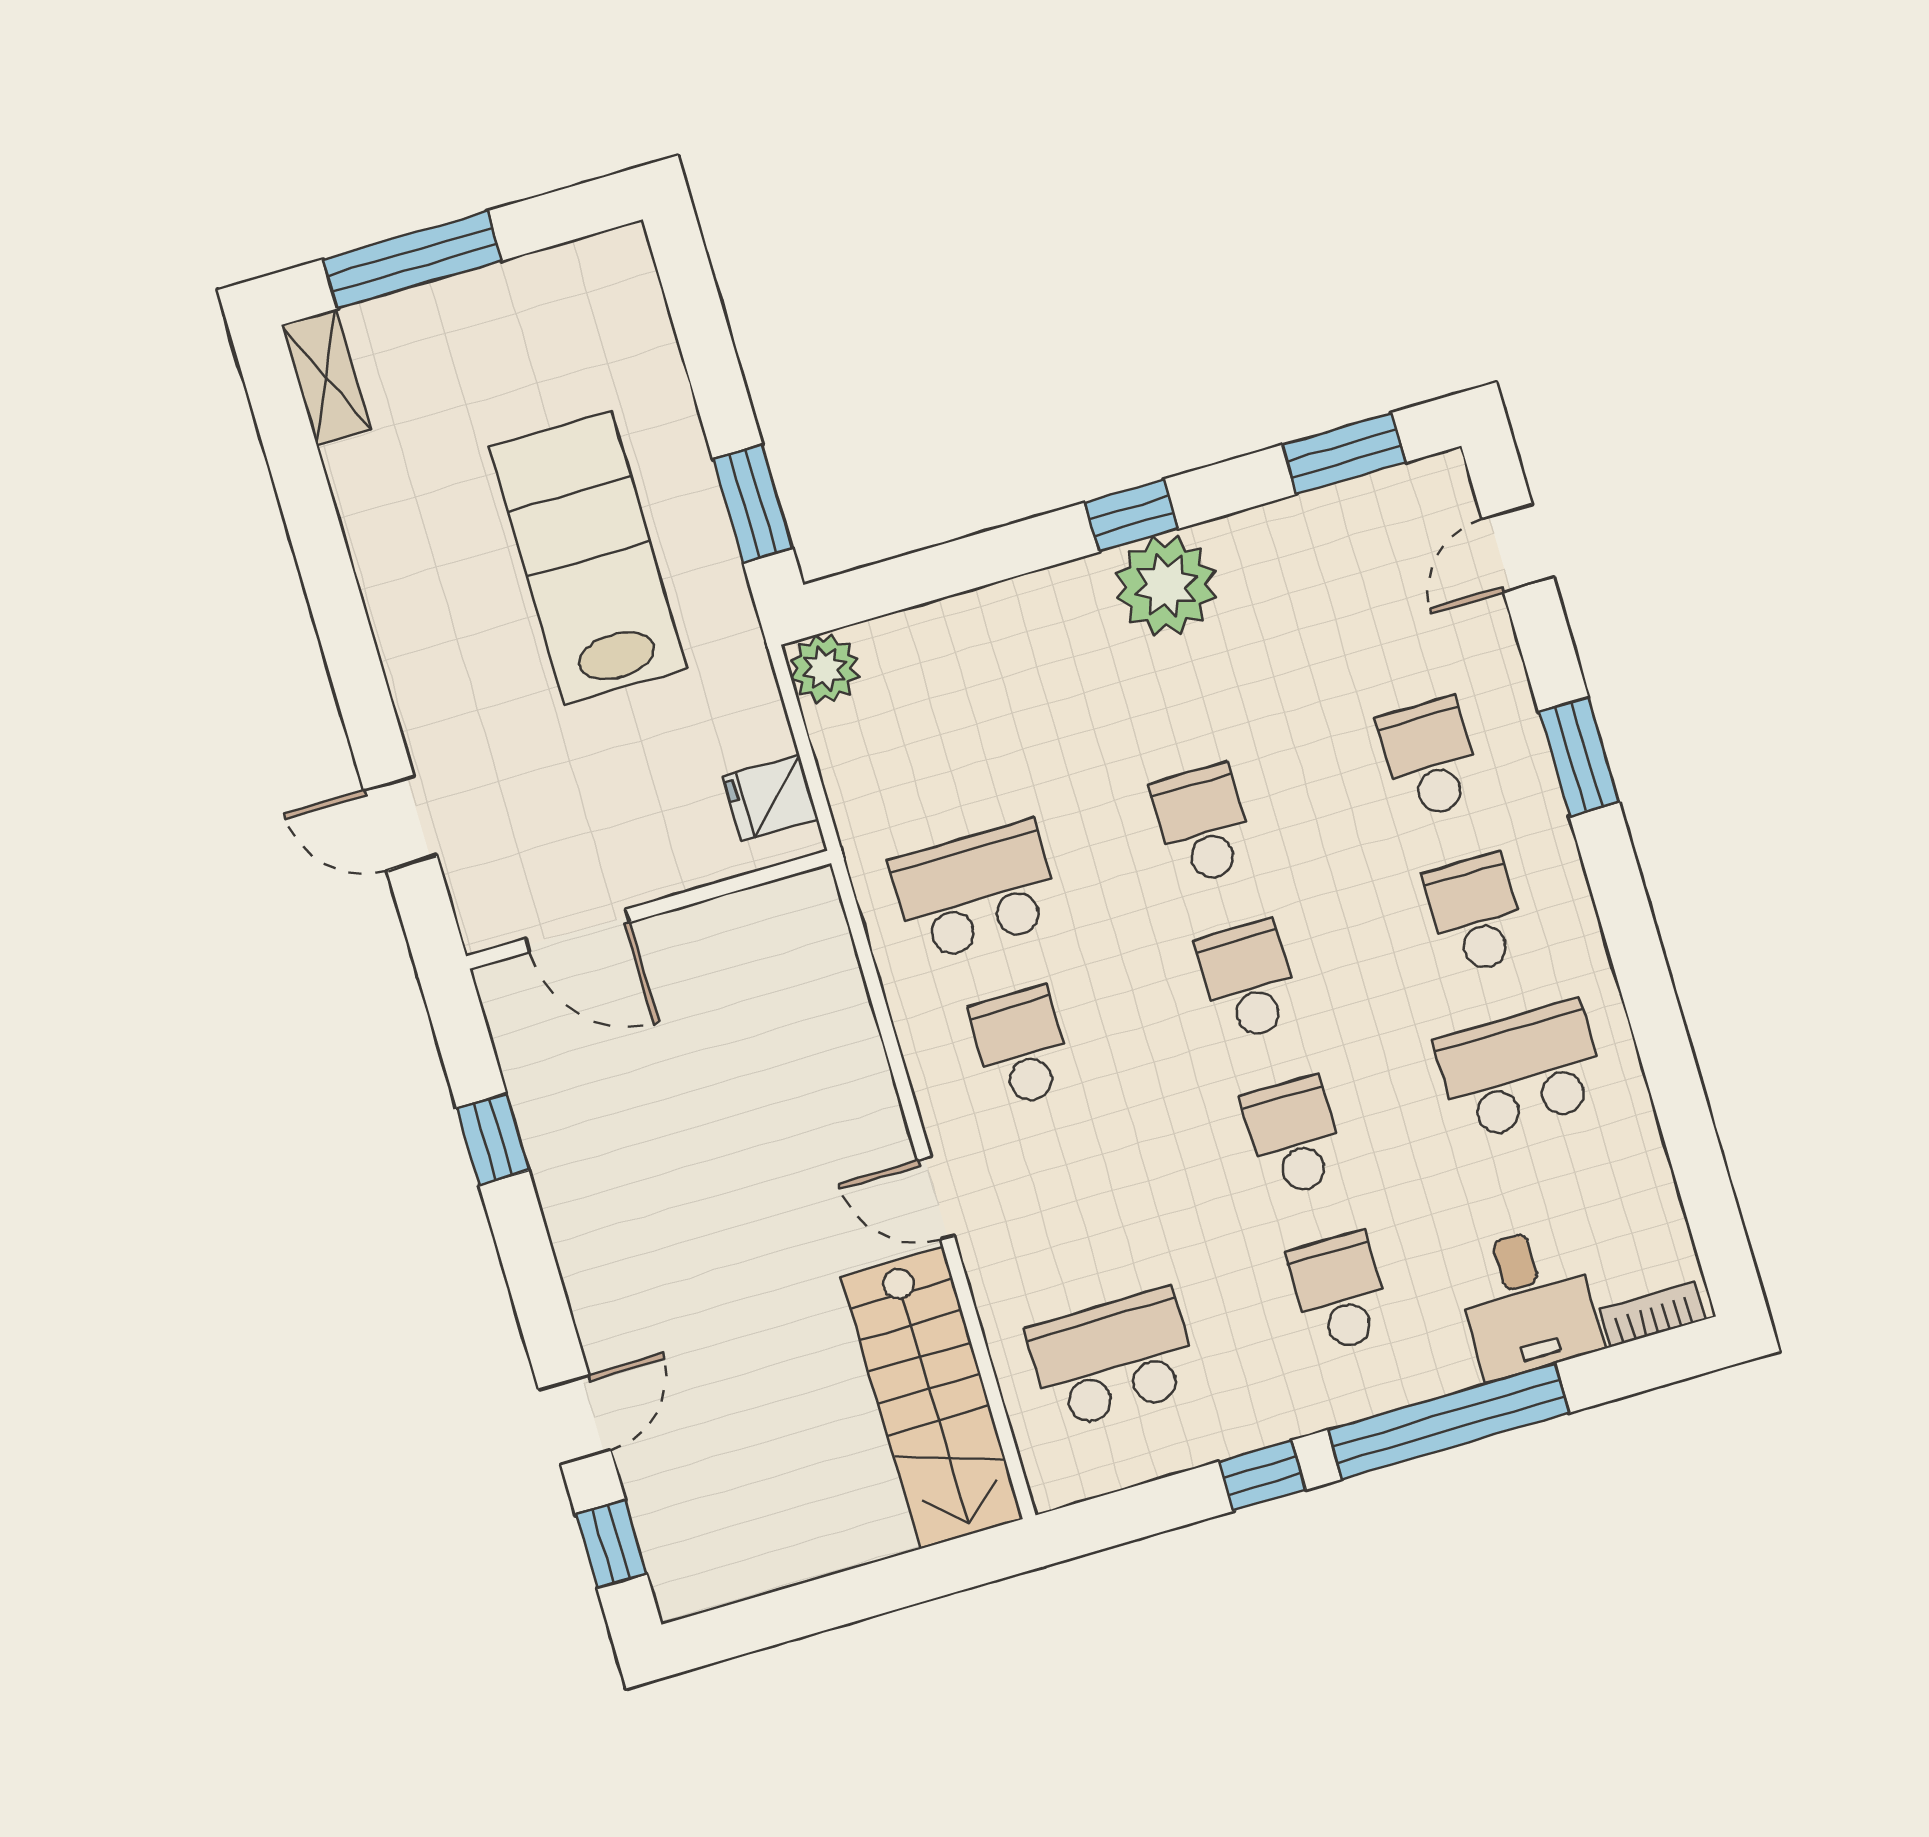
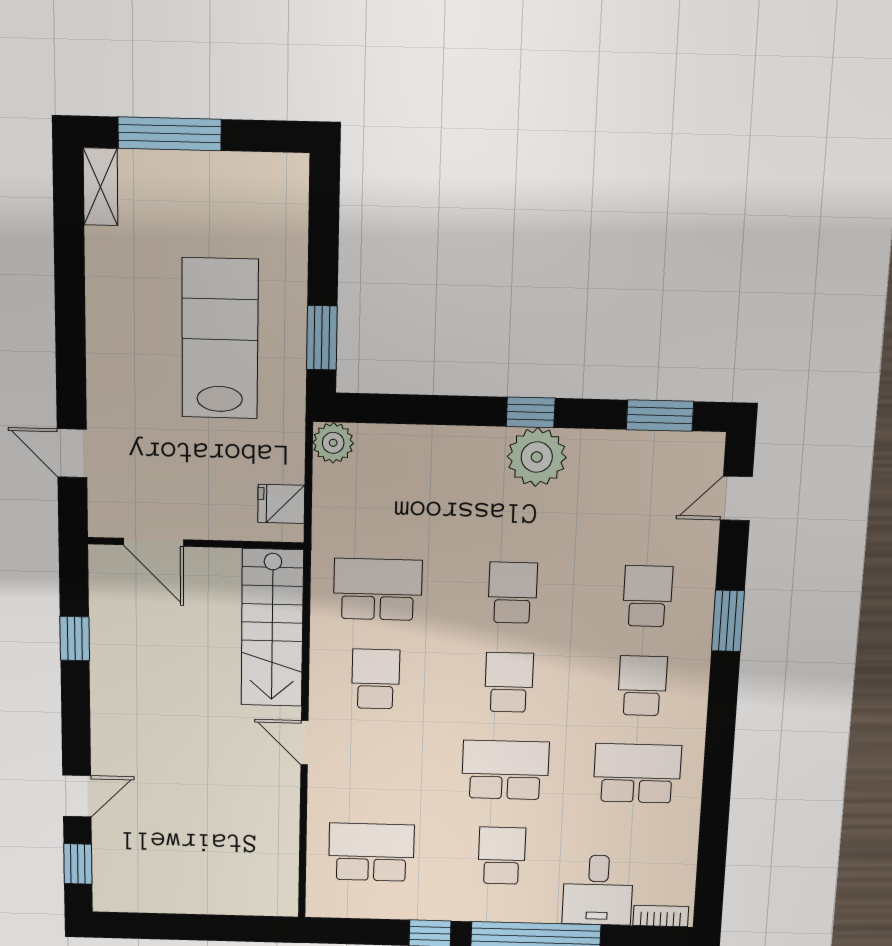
school desk: (1294, 1137) -> (505, 770), width x1.85
stairs: (932, 1398) -> (272, 628), moved

